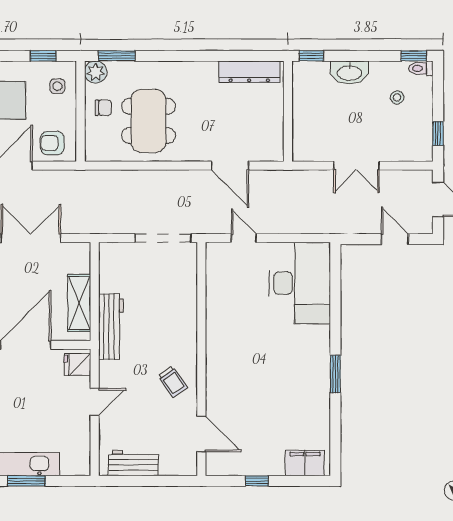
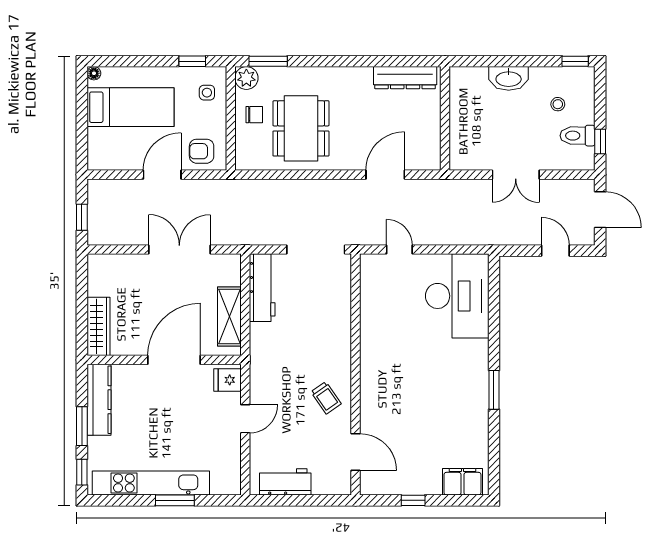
window: (311, 56) -> (469, 61), removed
toilet: (421, 68) -> (578, 136), moved, width x1.37, depth x1.39
door: (230, 166) -> (385, 175), swing flipped
workbench: (111, 327) -> (262, 288), moved

